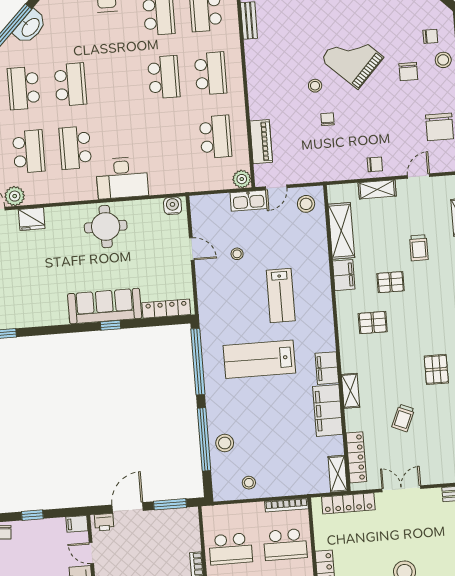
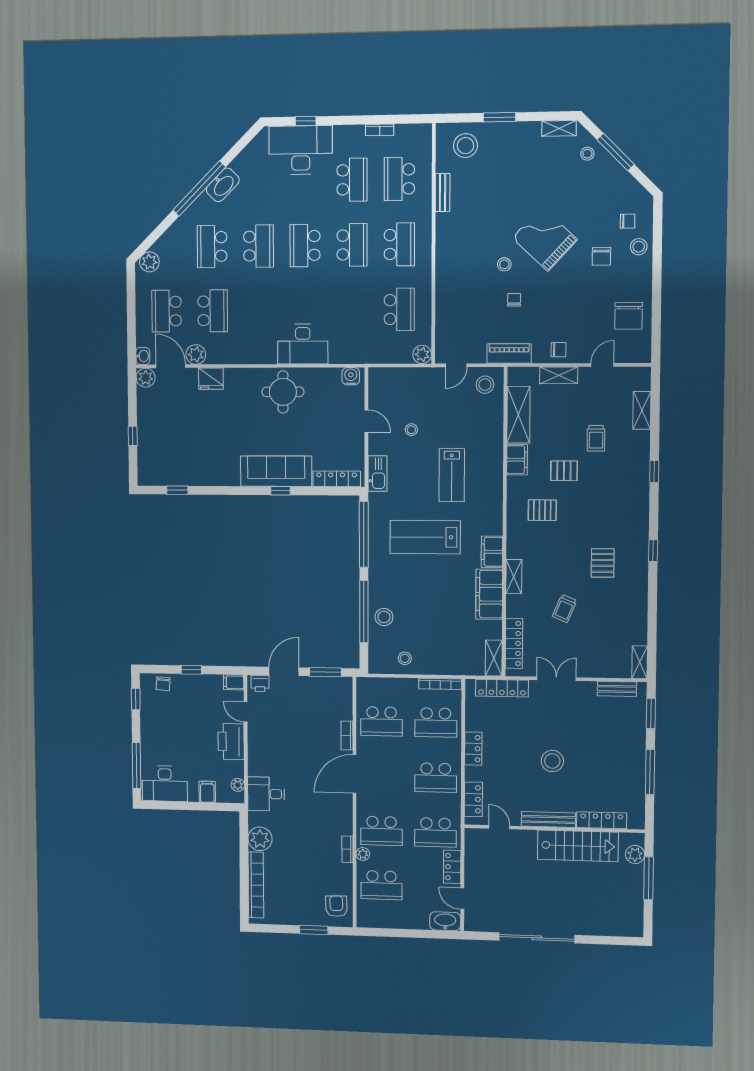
piano: (261, 142) -> (509, 354), moved, turned -90
school desk: (75, 148) -> (305, 246), moved
kitchen sink: (249, 201) -> (378, 473), moved, turned -90

